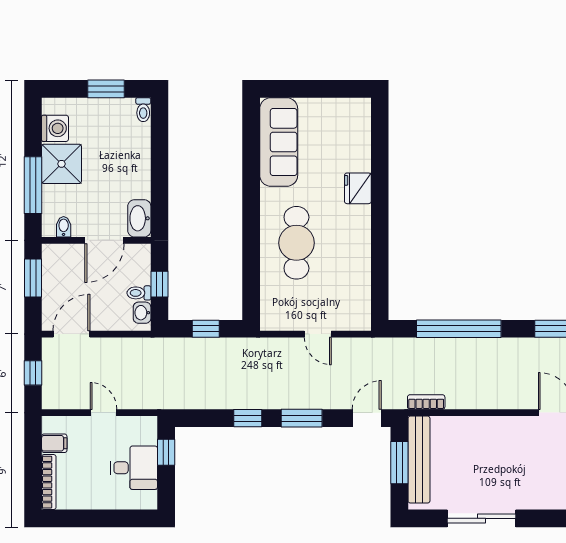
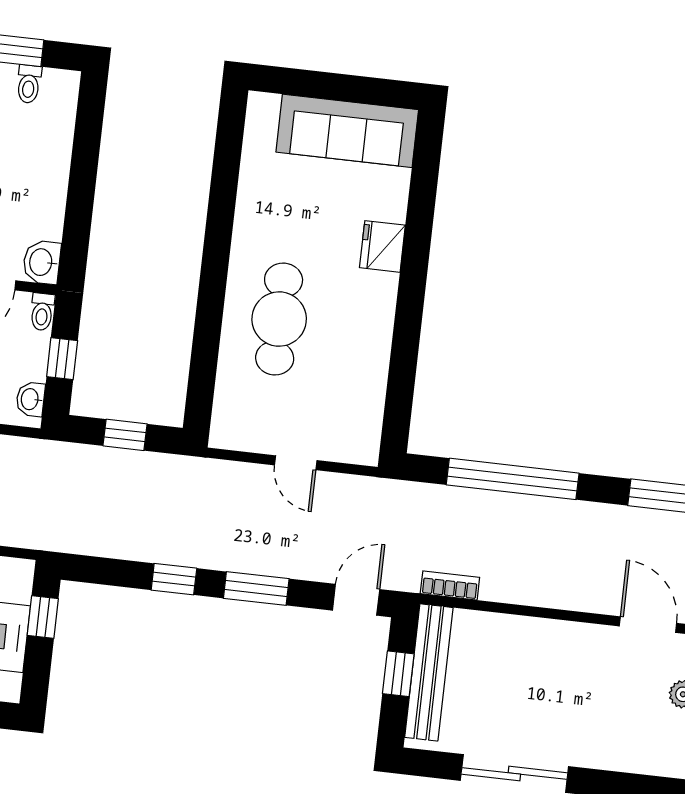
toilet: (143, 110) -> (29, 84), moved
sofa: (279, 142) -> (347, 131), moved, turned 90
washbasin: (139, 218) -> (42, 262), width x0.72
toilet: (139, 293) -> (42, 312), moved, turned -90
window: (399, 463) -> (398, 674), width x0.67

